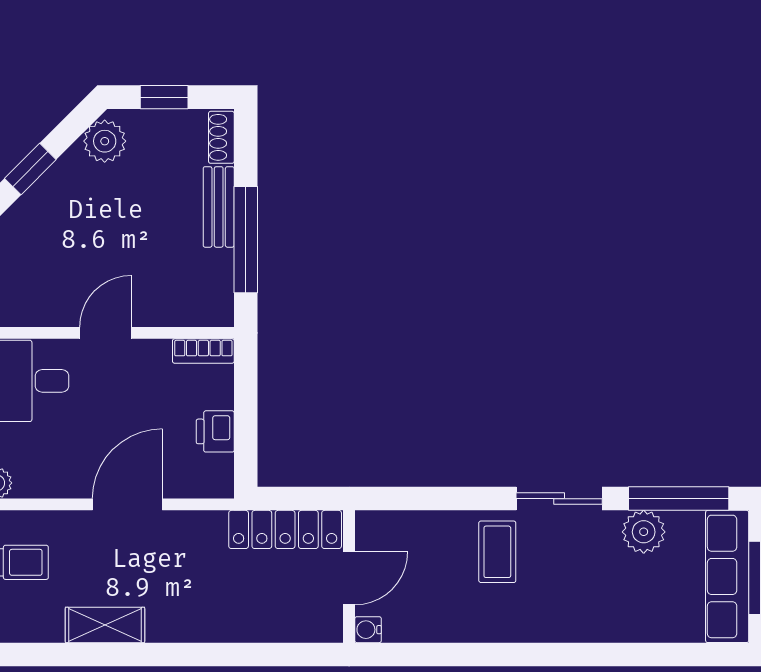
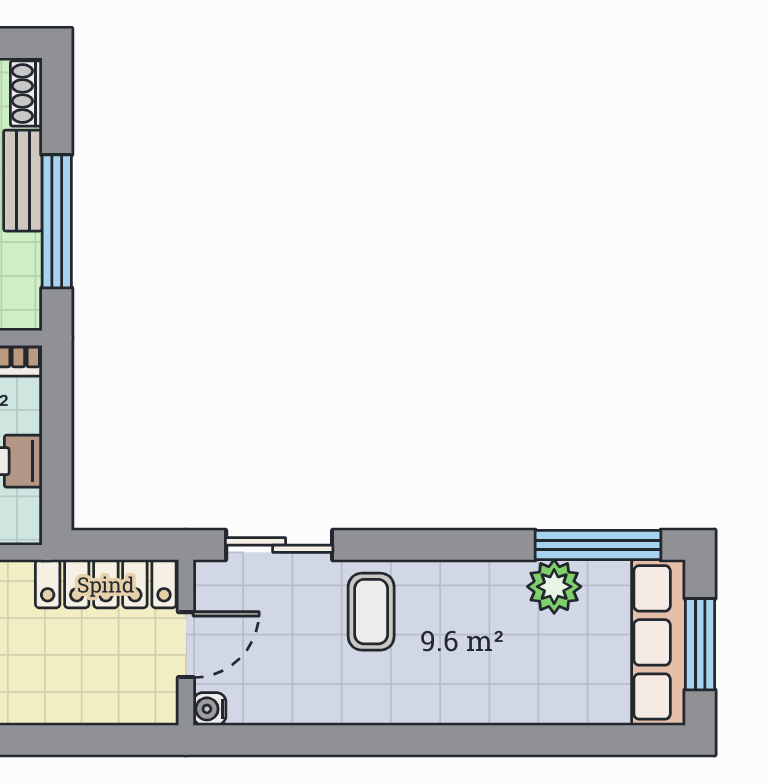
sliding door: (559, 499) -> (279, 545), moved

